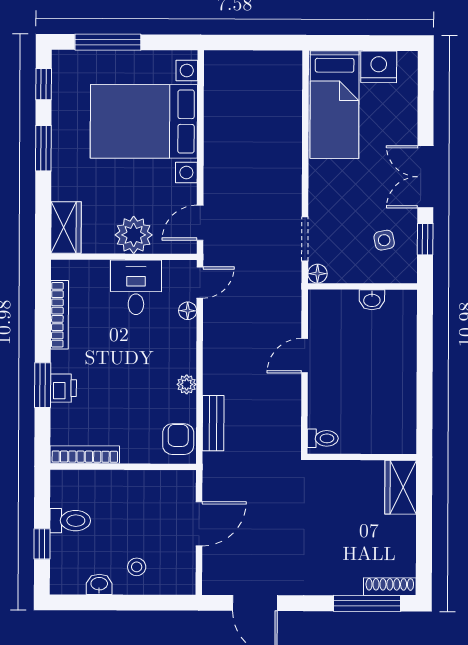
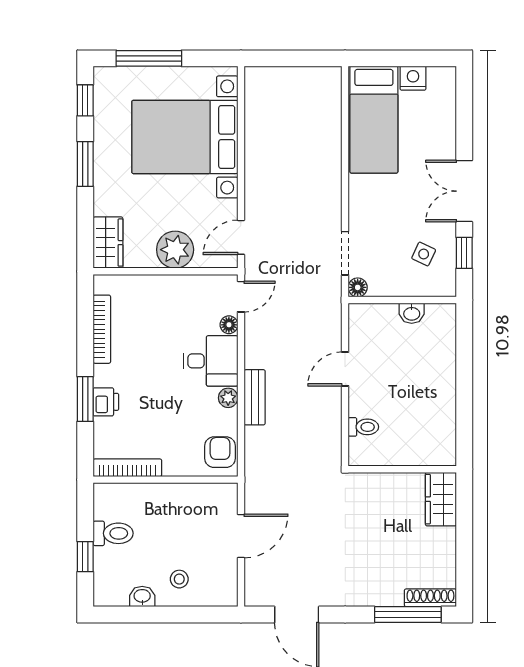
nightstand: (379, 67) -> (413, 78), width x0.74, depth x0.75
side table: (384, 240) -> (424, 254), turned 36
desk: (136, 287) -> (211, 361), moved, turned 90
bench: (213, 423) -> (255, 397), moved
toilet: (323, 438) -> (363, 427), moved

